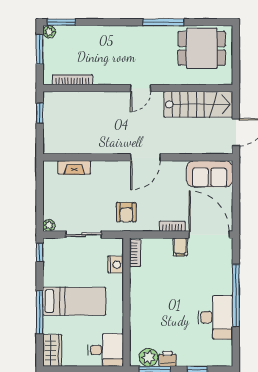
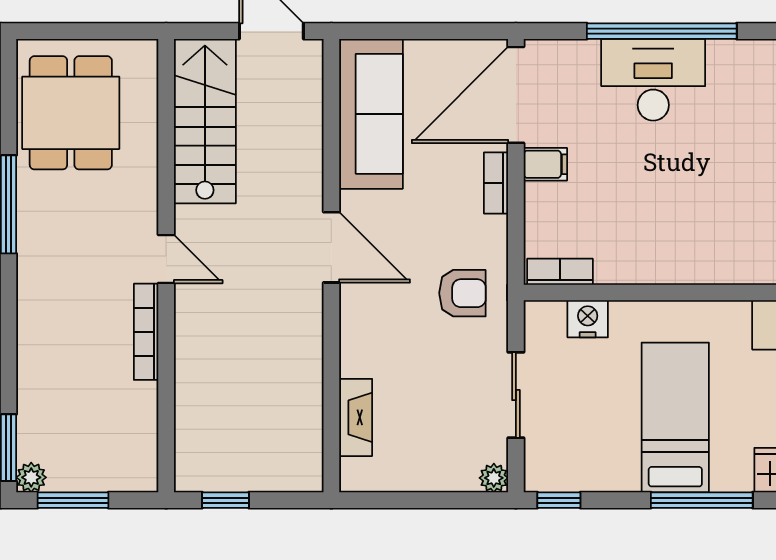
bookcase: (73, 80) -> (146, 332), moved
sofa: (210, 174) -> (371, 114), width x1.36
desk: (216, 317) -> (653, 80), moved

